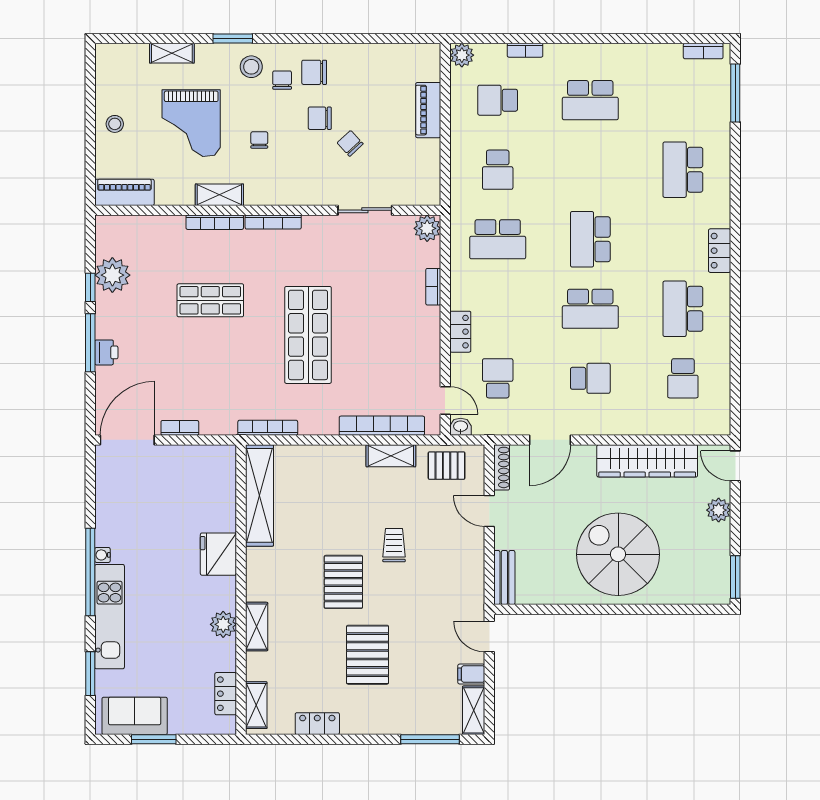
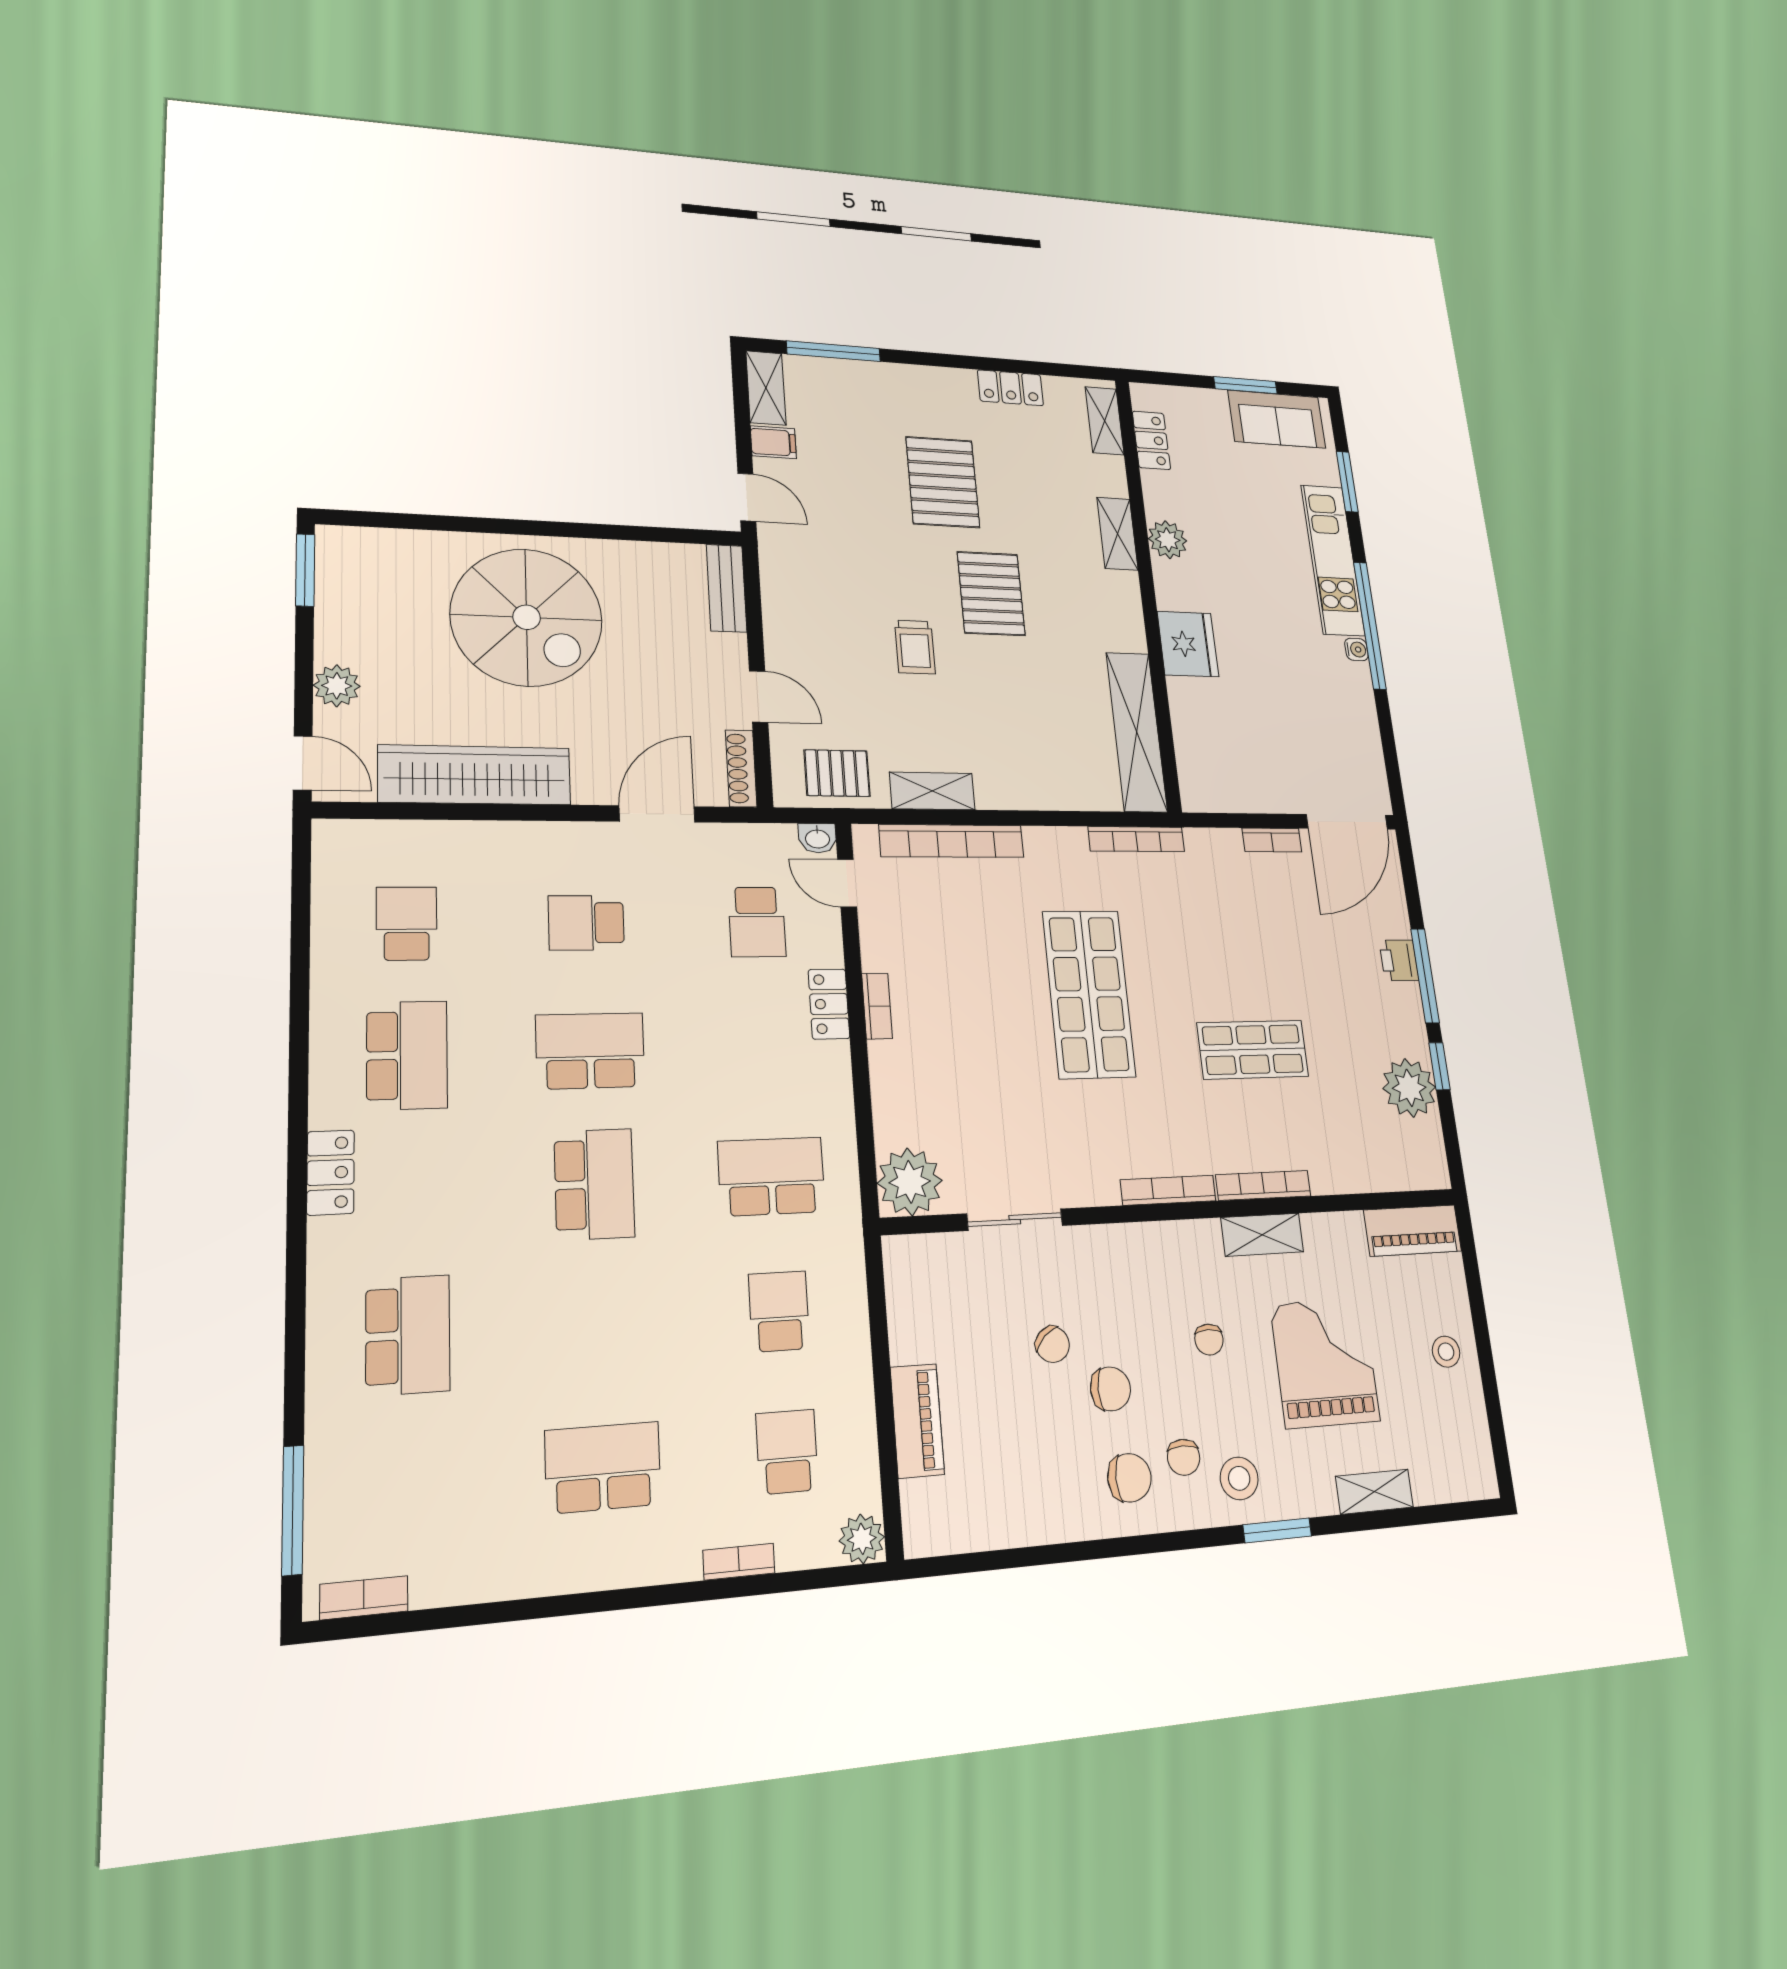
school desk: (498, 100) -> (787, 1452), turned -90
plant: (427, 228) -> (910, 1182), width x1.36, depth x1.36
bookcase: (433, 287) -> (877, 1006), moved

